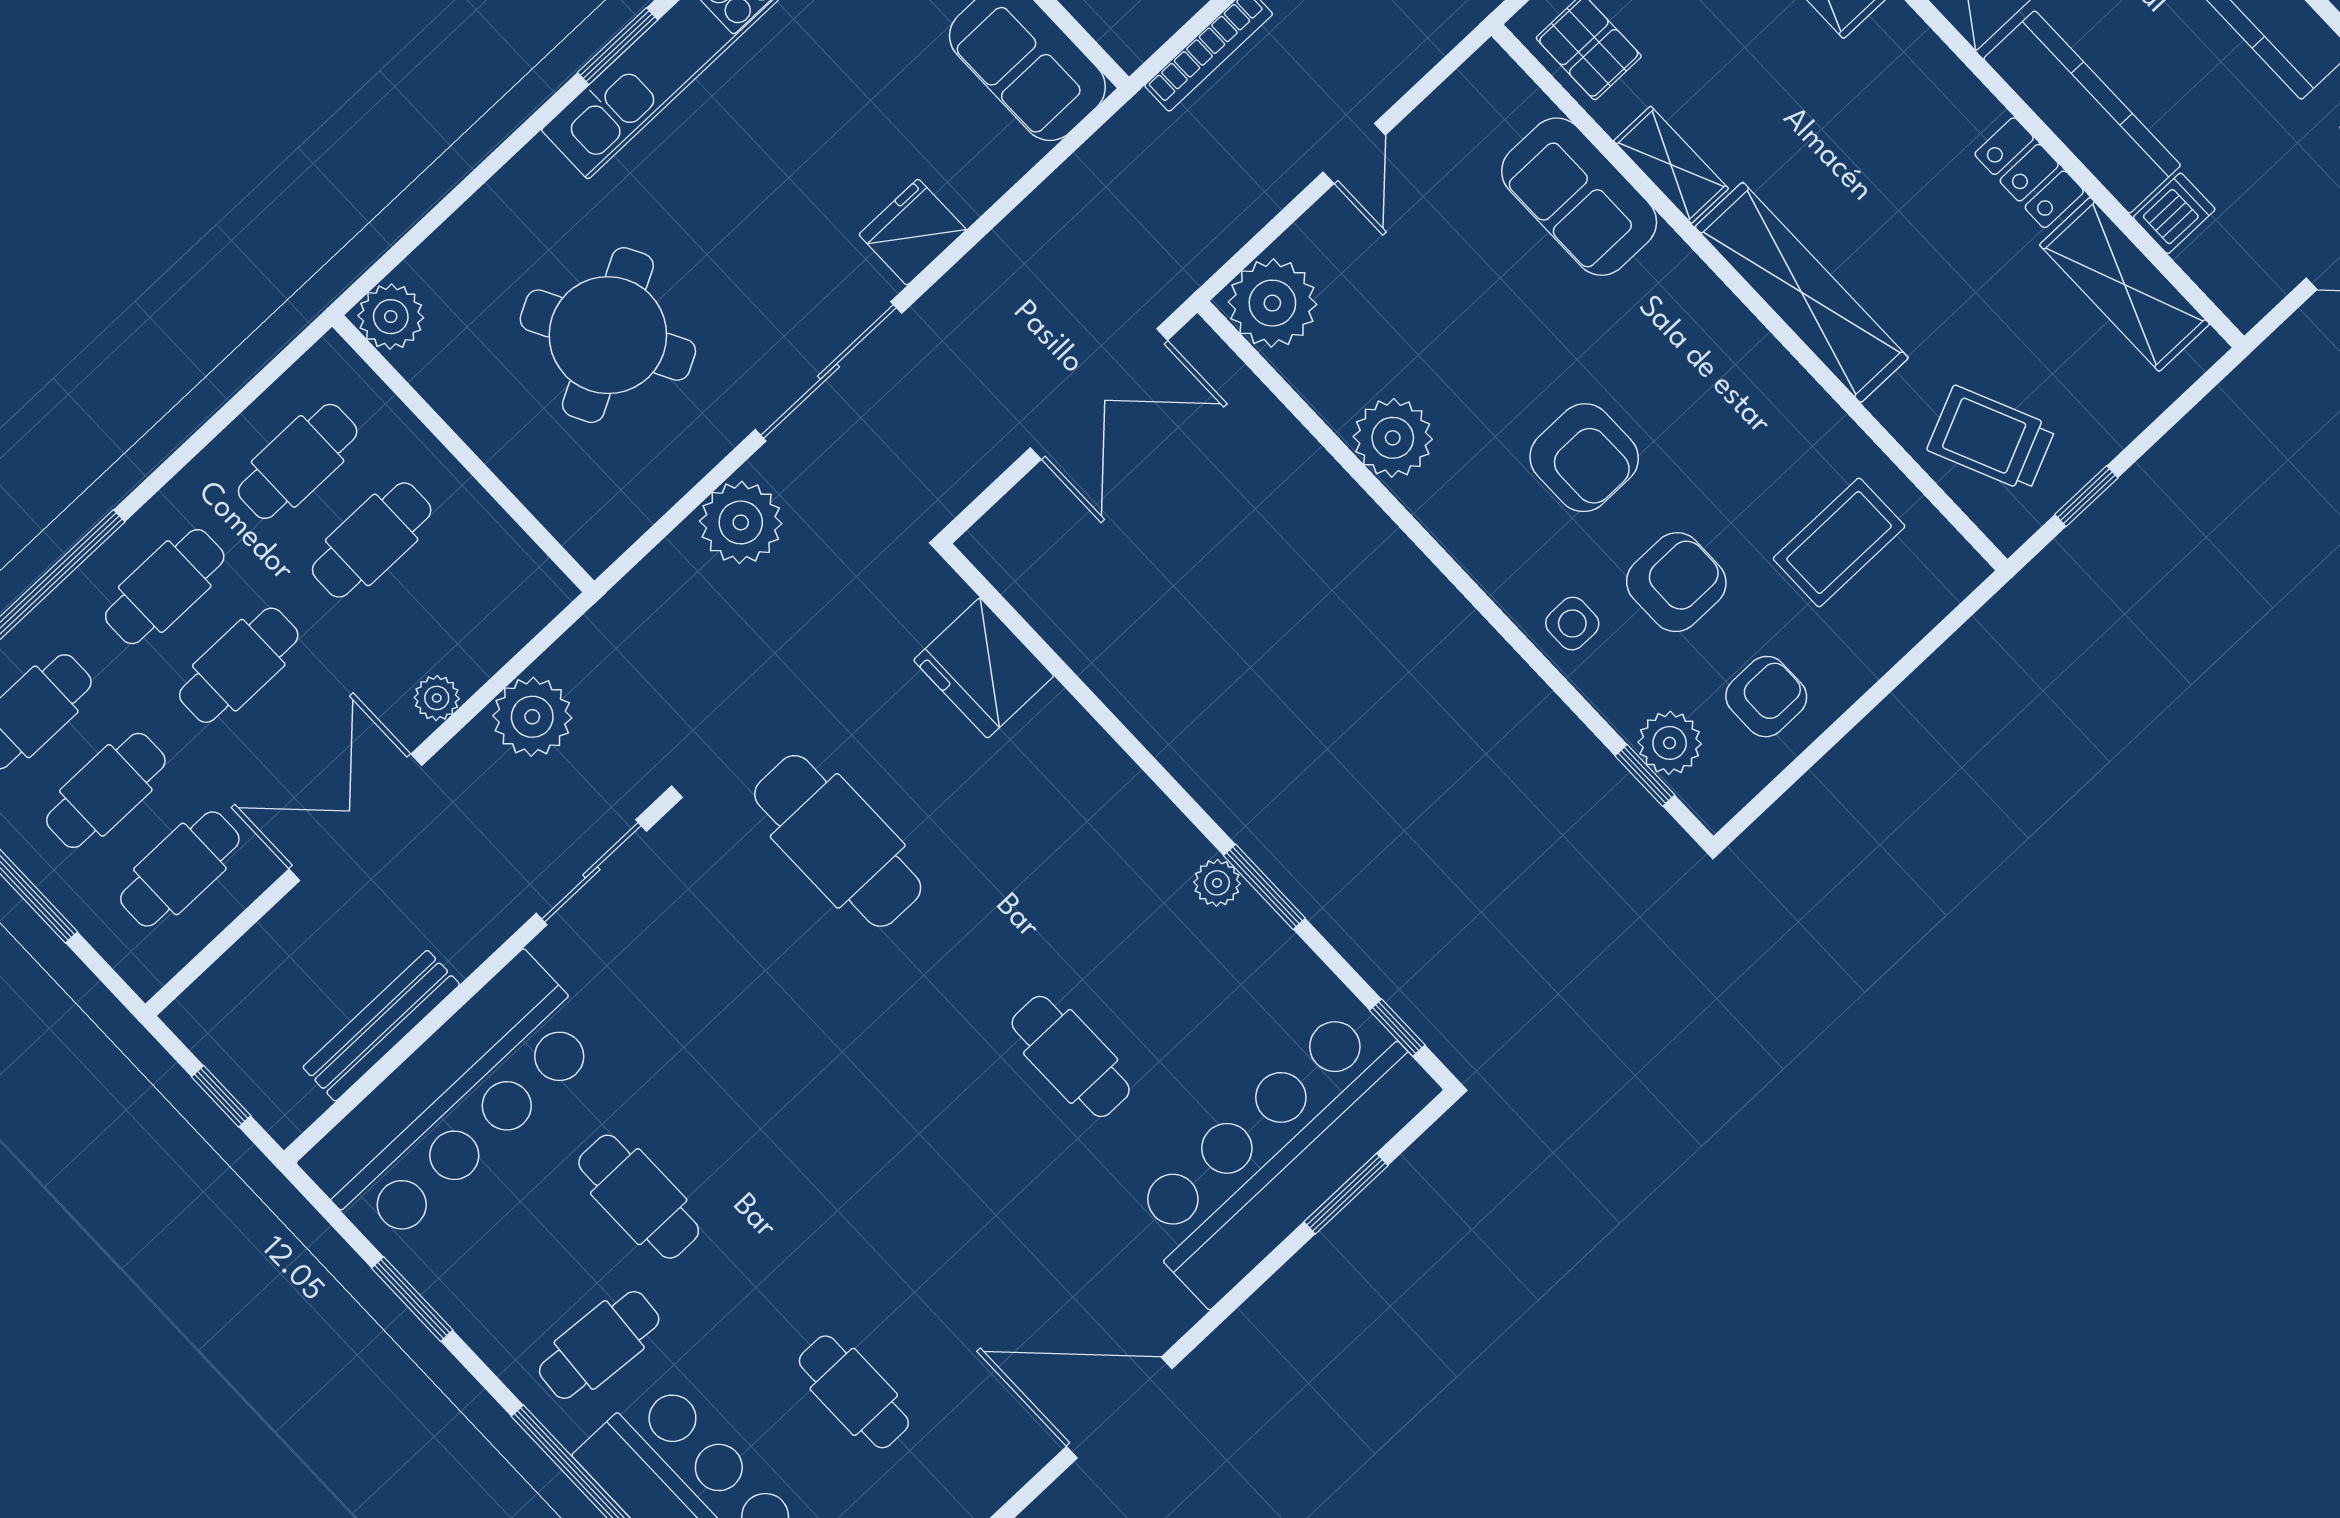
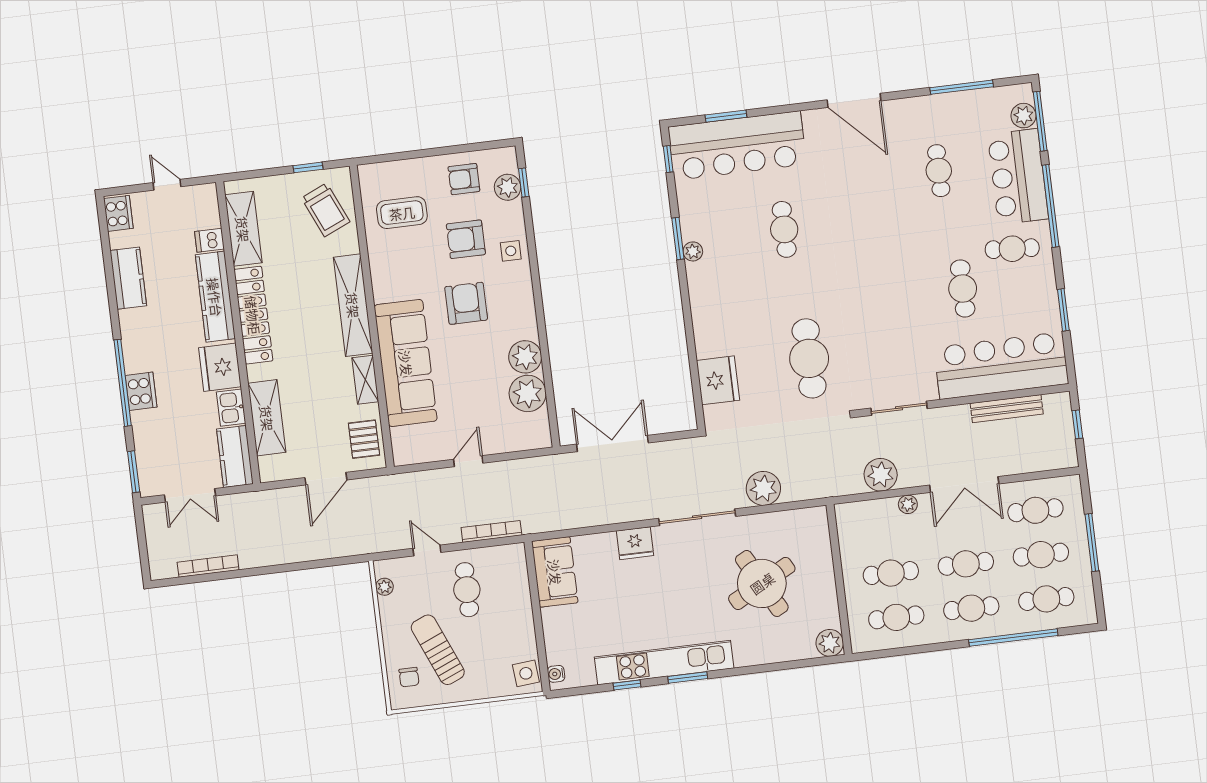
locker: (2029, 173) -> (253, 315), width x2.16, depth x1.21
sofa: (1579, 197) -> (406, 363), width x1.85, depth x1.27
plant: (1272, 303) -> (528, 393), moved

